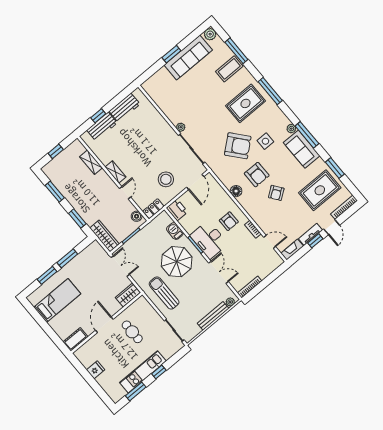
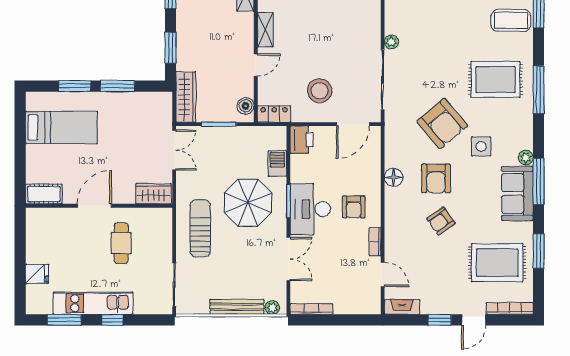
tv unit: (310, 234) -> (440, 307), removed
fridge: (96, 370) -> (37, 274), moved

